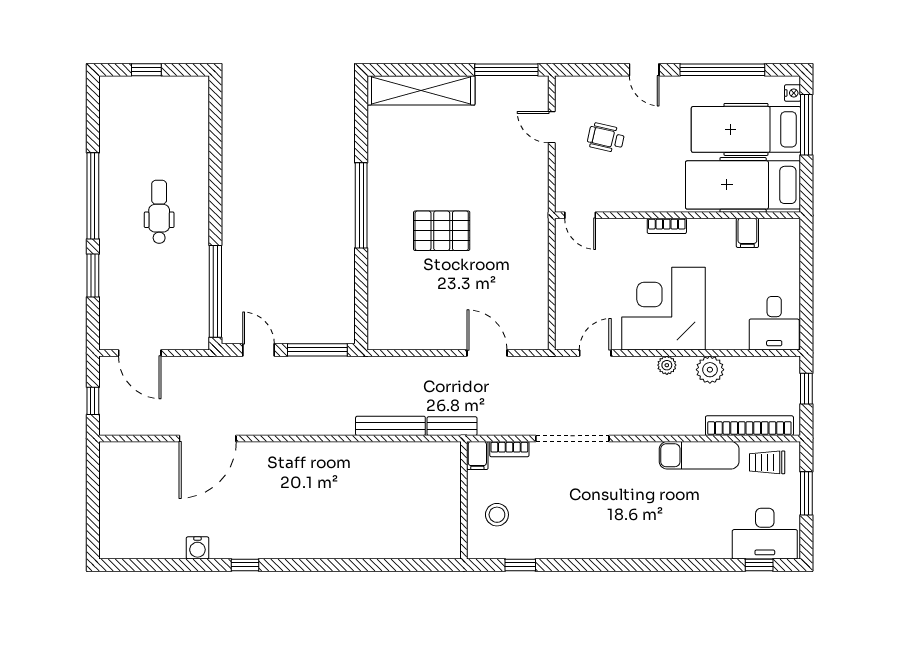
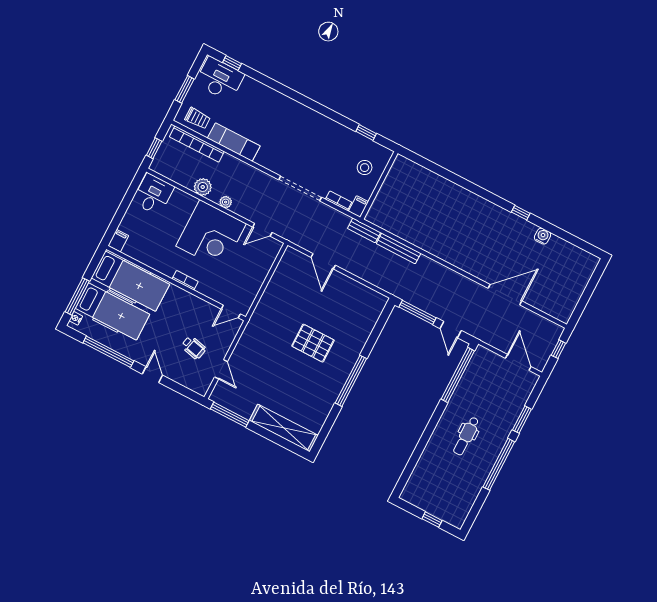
door: (580, 215) -> (231, 311), swing flipped
filing cabinet: (747, 233) -> (118, 241), moved

